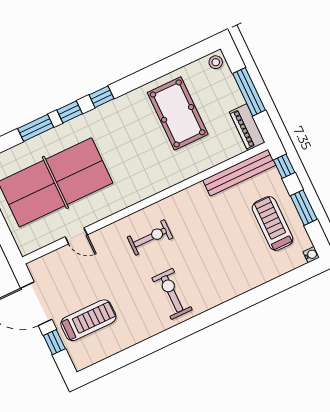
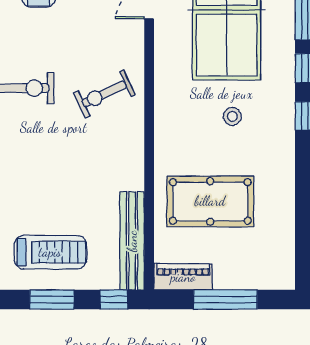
stool: (216, 62) -> (232, 116), moved
pool table: (178, 113) -> (210, 201), moved
exercise bike: (150, 237) -> (104, 94), turned 65

